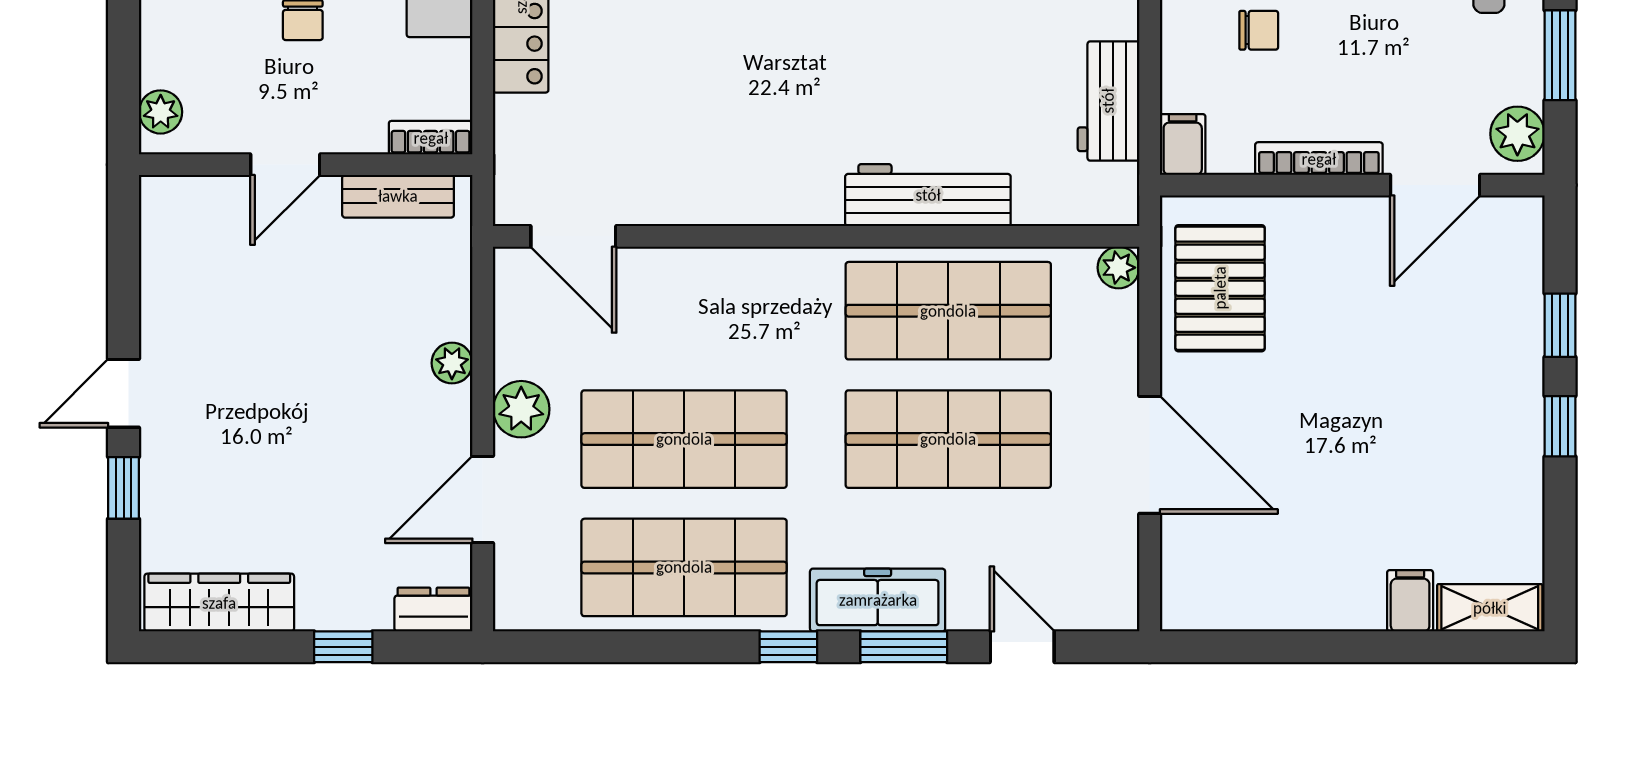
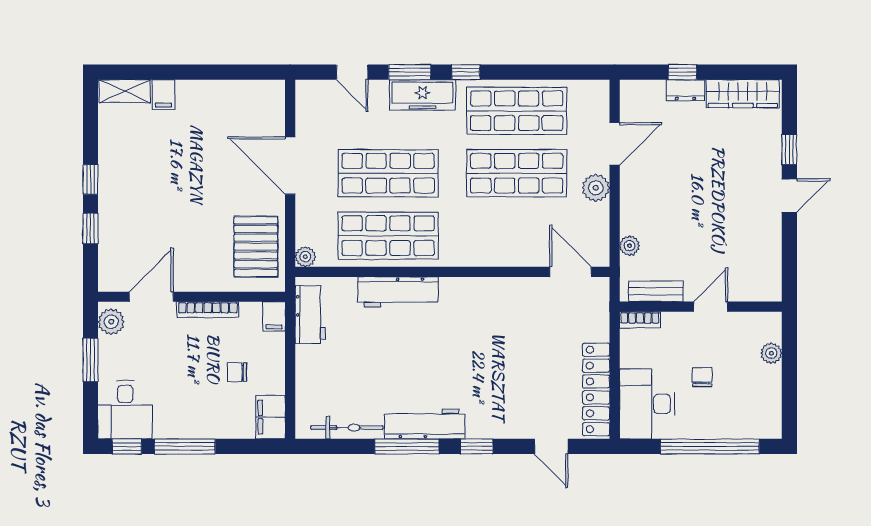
workbench: (1108, 101) -> (310, 315), moved
plant: (161, 112) -> (771, 353), moved
plant: (452, 363) -> (630, 246), moved
dresser: (433, 610) -> (685, 90), moved

